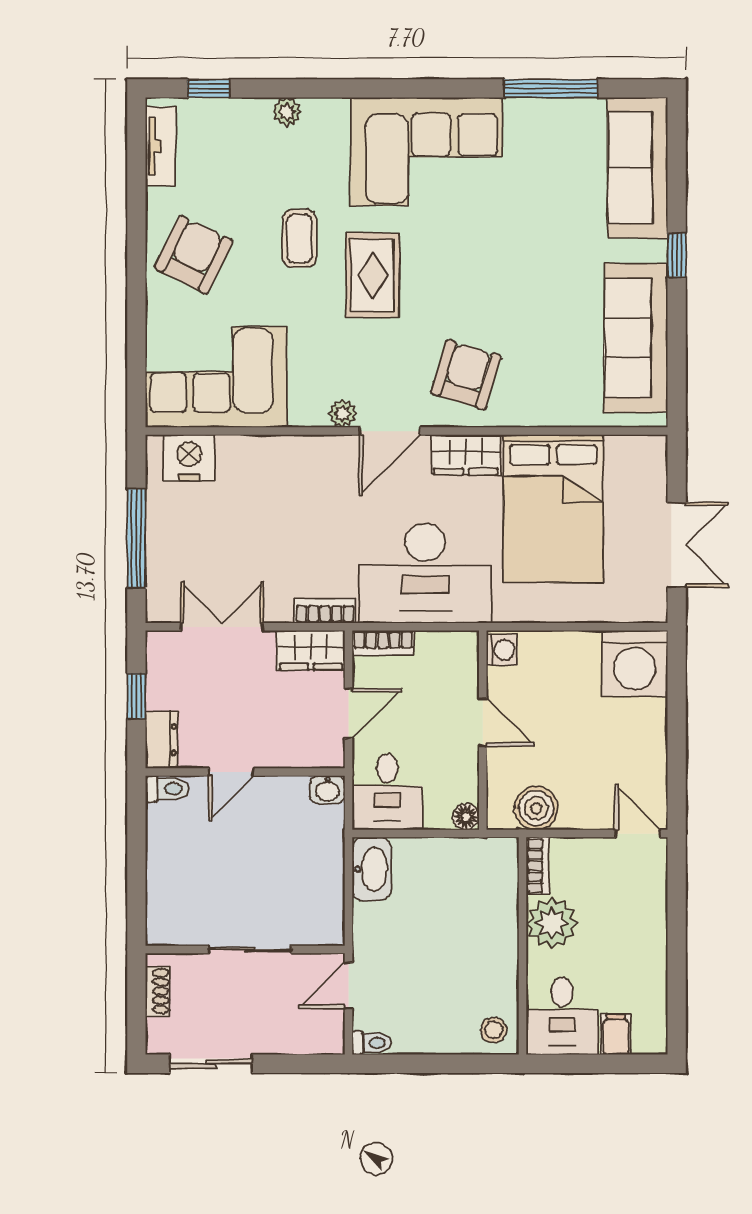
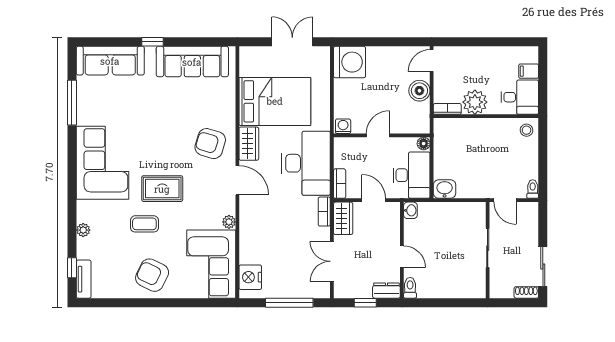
tv unit: (161, 146) -> (84, 279), moved, turned 90
plant: (343, 414) -> (229, 222), moved
desk: (387, 792) -> (412, 175), width x1.37
boiler: (536, 808) -> (419, 91), moved
washbasin: (372, 869) -> (445, 189), width x0.72
shoe rack: (158, 991) -> (526, 292), moved

